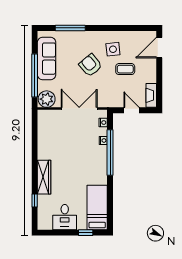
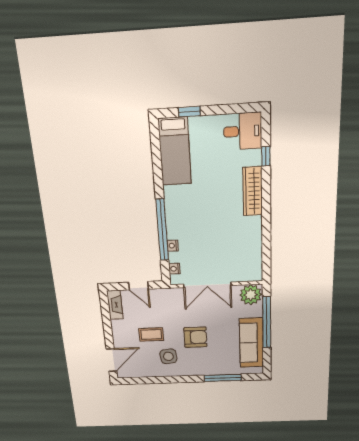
armchair: (90, 65) -> (195, 337), turned -50
desk: (65, 217) -> (243, 131), moved, turned 90

